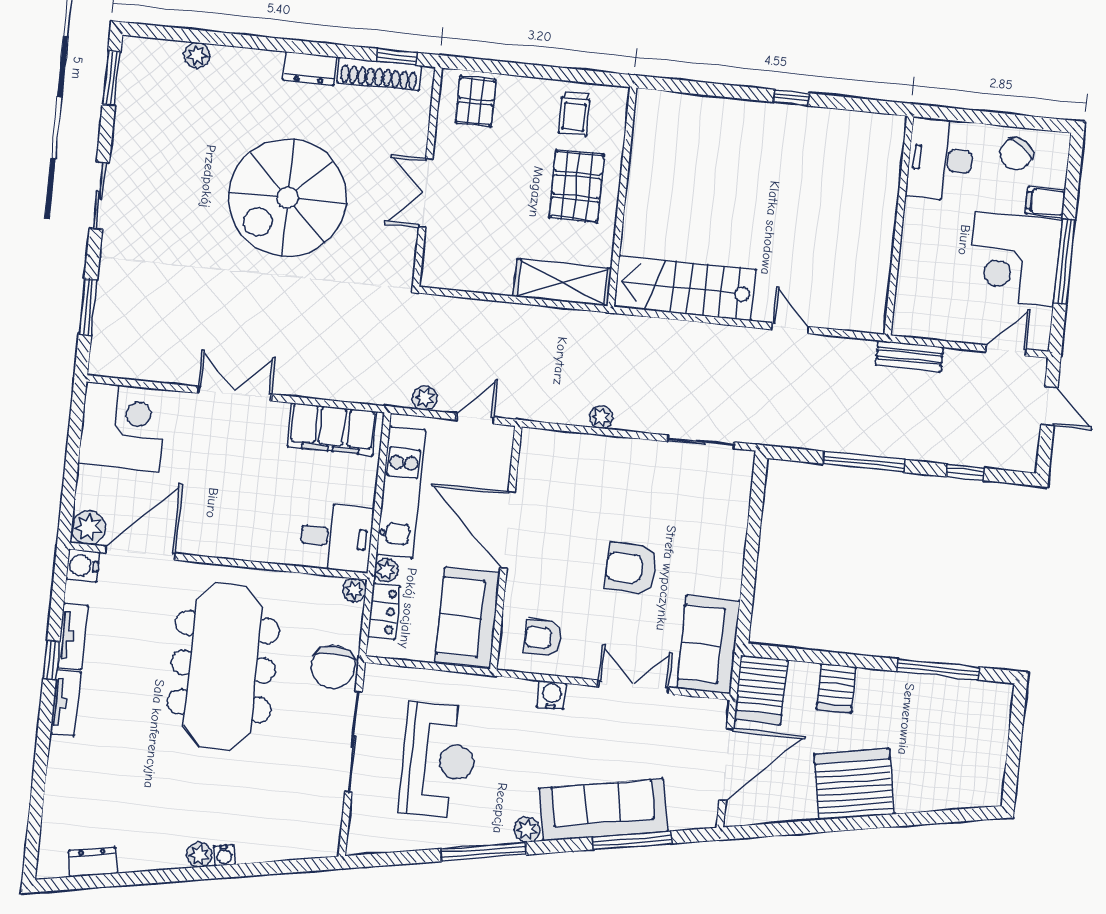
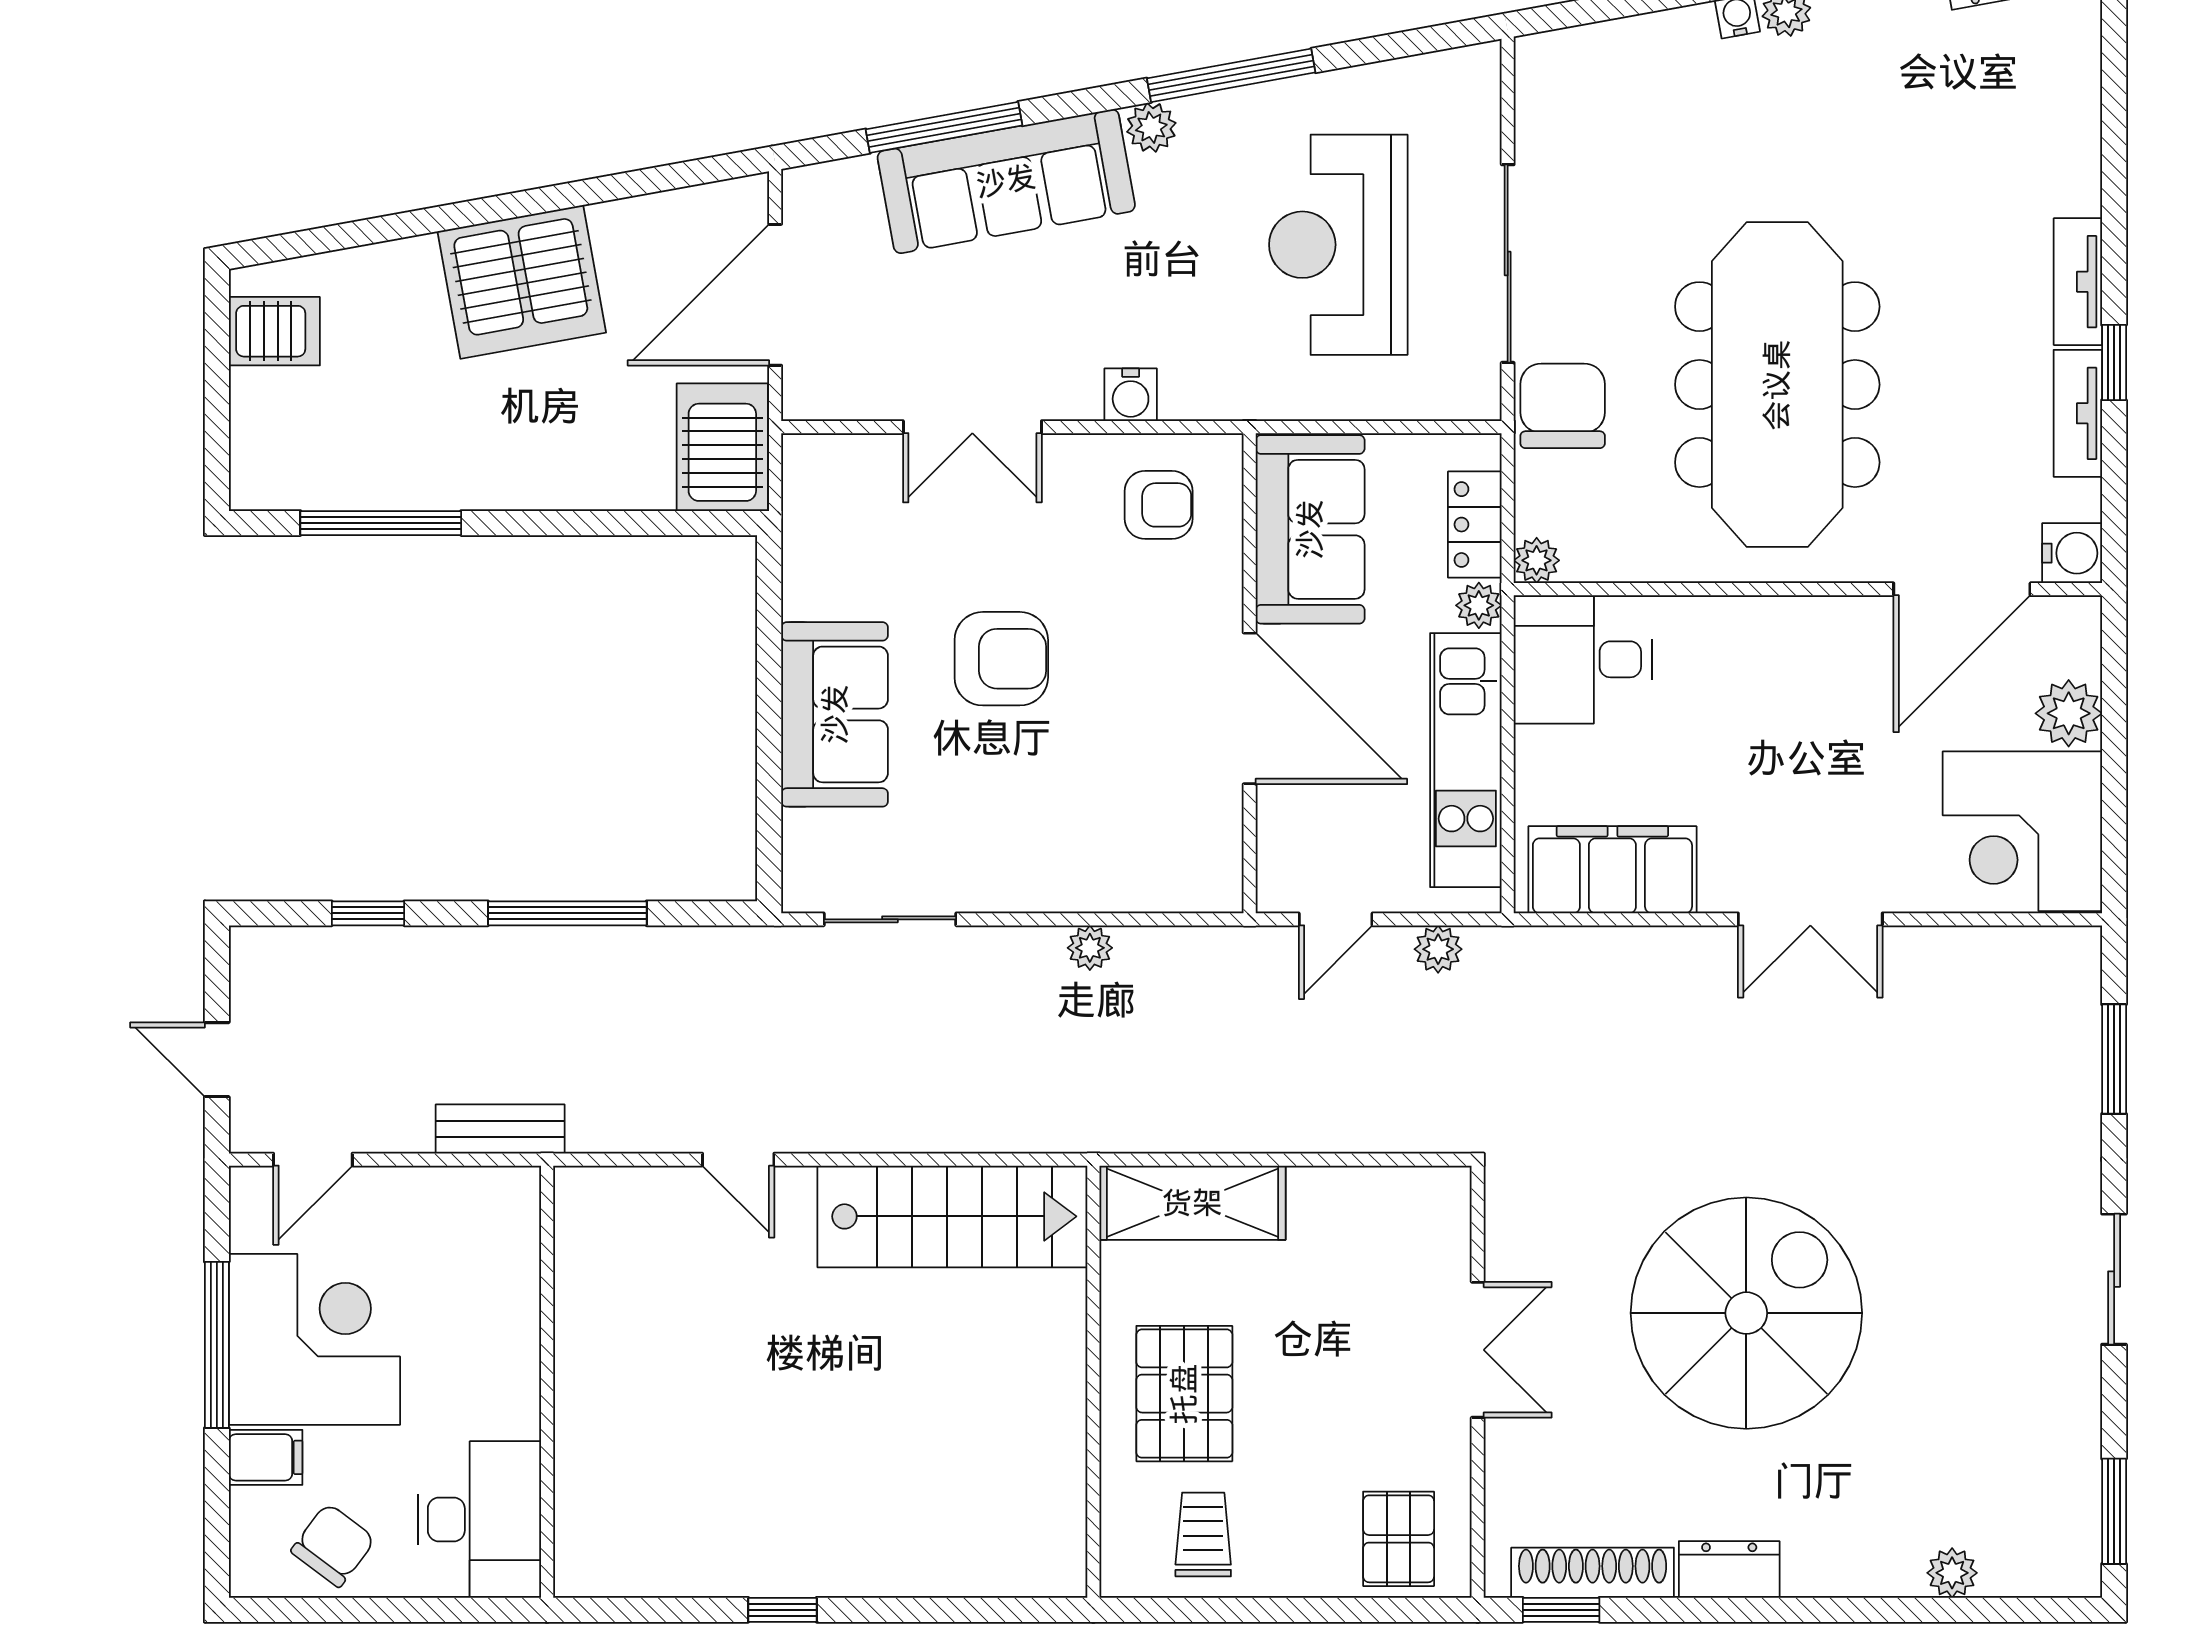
plant: (88, 528) -> (2069, 713), moved
sofa: (708, 644) -> (835, 714), moved
server rack: (836, 688) -> (274, 331), moved, turned 90

